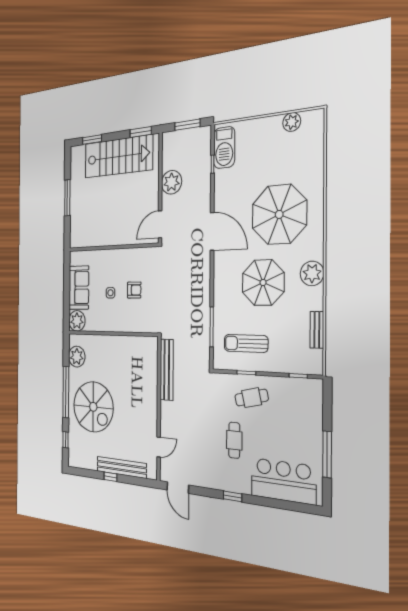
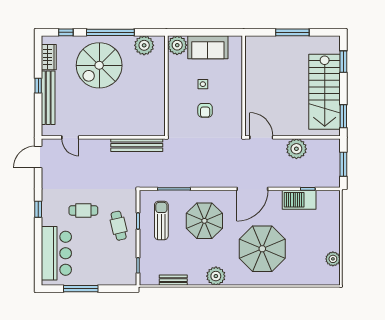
barbecue: (224, 148) -> (299, 200), moved
parasol: (263, 283) -> (204, 221), moved
wardrobe: (86, 461) -> (49, 57), added

